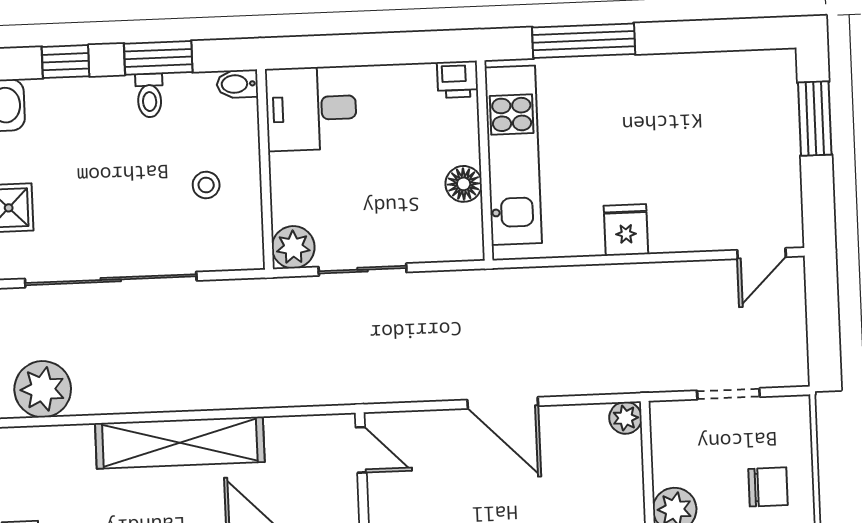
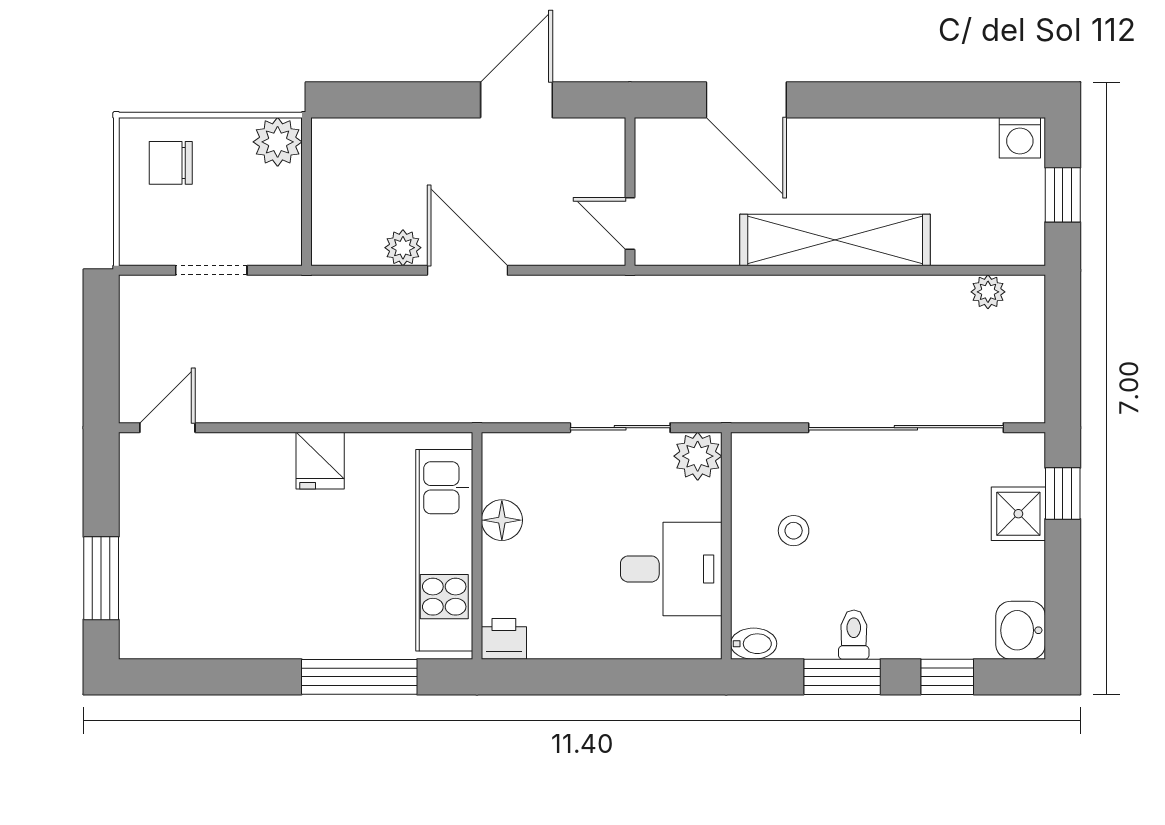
desk: (311, 109) -> (671, 569), moved
plant: (43, 389) -> (988, 292), width x0.53, depth x0.53
plant: (625, 418) -> (403, 248), moved

